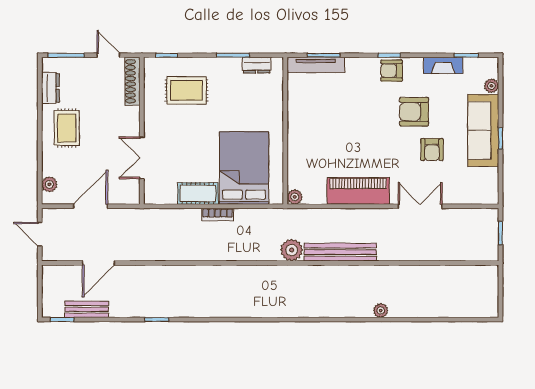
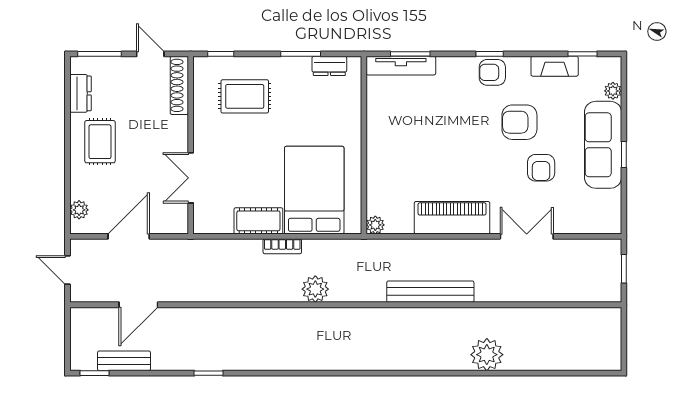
plant: (292, 250) -> (315, 289), moved
plant: (381, 311) -> (487, 355), width x1.88, depth x1.88

